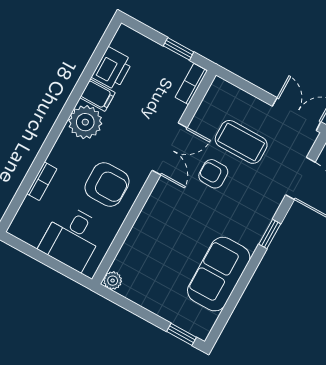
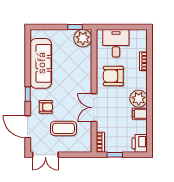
printer: (112, 69) -> (140, 143), moved
armchair: (213, 174) -> (46, 107), moved
sofa: (219, 274) -> (41, 63), width x1.36
plant: (113, 281) -> (83, 38), width x1.88, depth x1.88
window: (181, 334) -> (75, 27), moved

